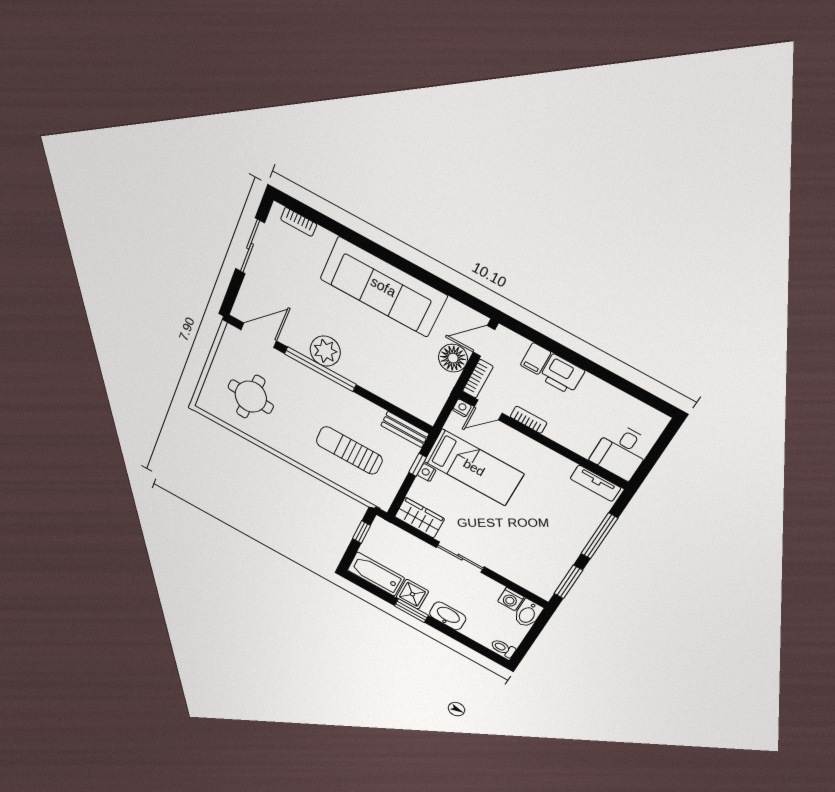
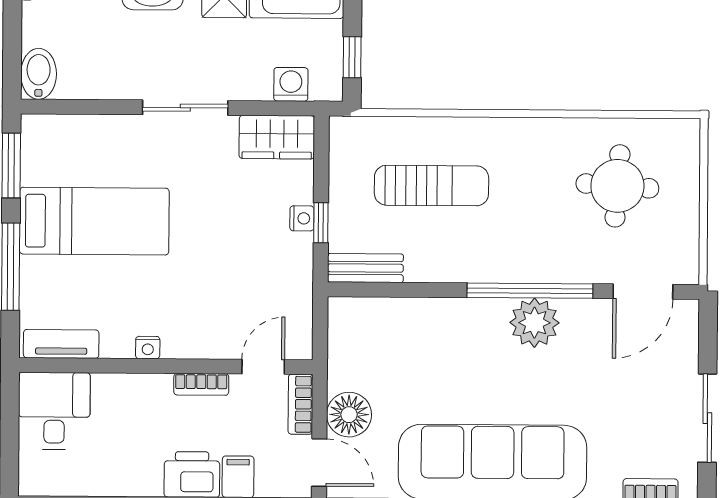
door: (484, 341) -> (319, 463), hinge flipped
nightstand: (462, 408) -> (148, 348), moved
bed: (474, 468) -> (94, 221), moved, turned 180
washing machine: (511, 599) -> (291, 84), moved

